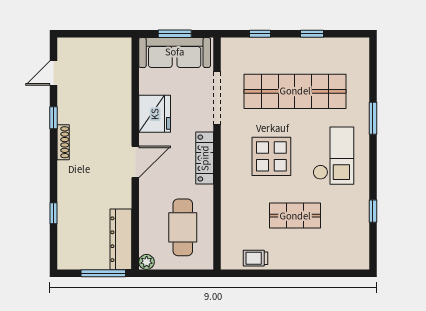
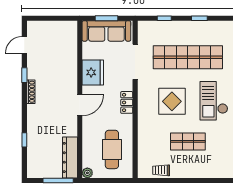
checkout: (333, 156) -> (214, 101), turned 180
locker: (205, 158) -> (127, 102), width x0.66

